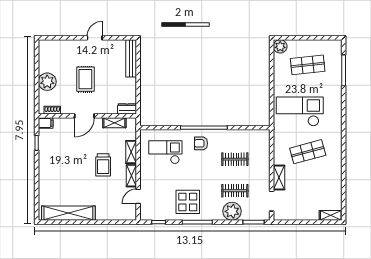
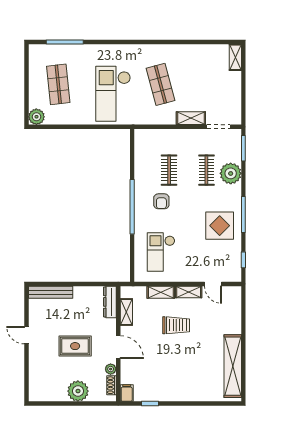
plant: (66, 109) -> (111, 369), added
dresser: (127, 109) -> (110, 302), width x1.44
armchair: (201, 143) -> (161, 201), moved

